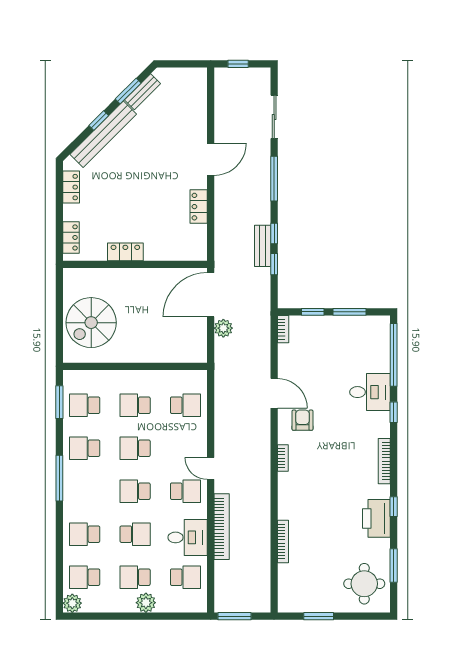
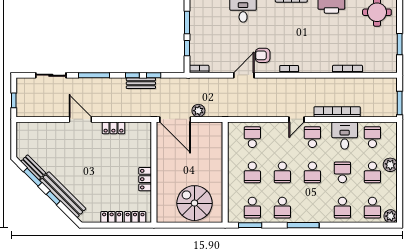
locker: (71, 187) -> (112, 217), moved
spiral stairs: (91, 323) -> (194, 203), turned 180

